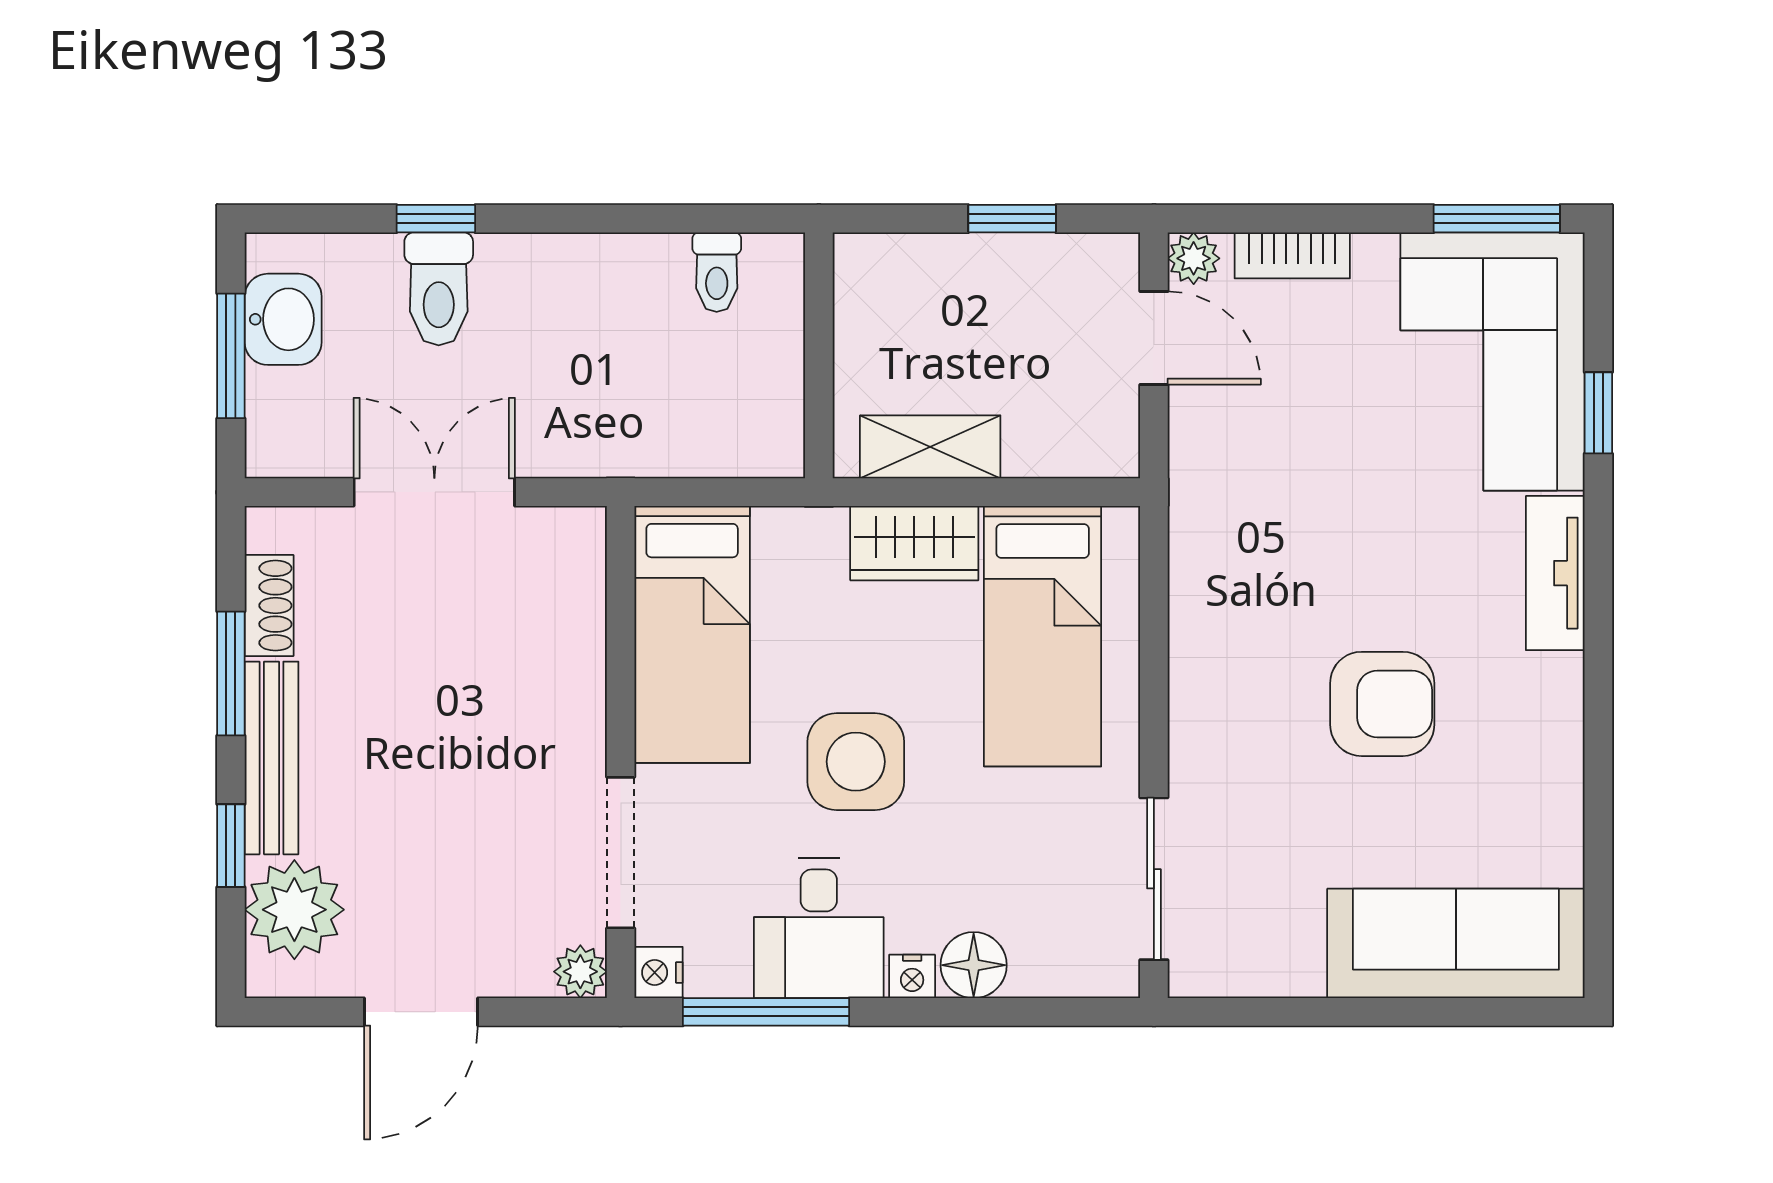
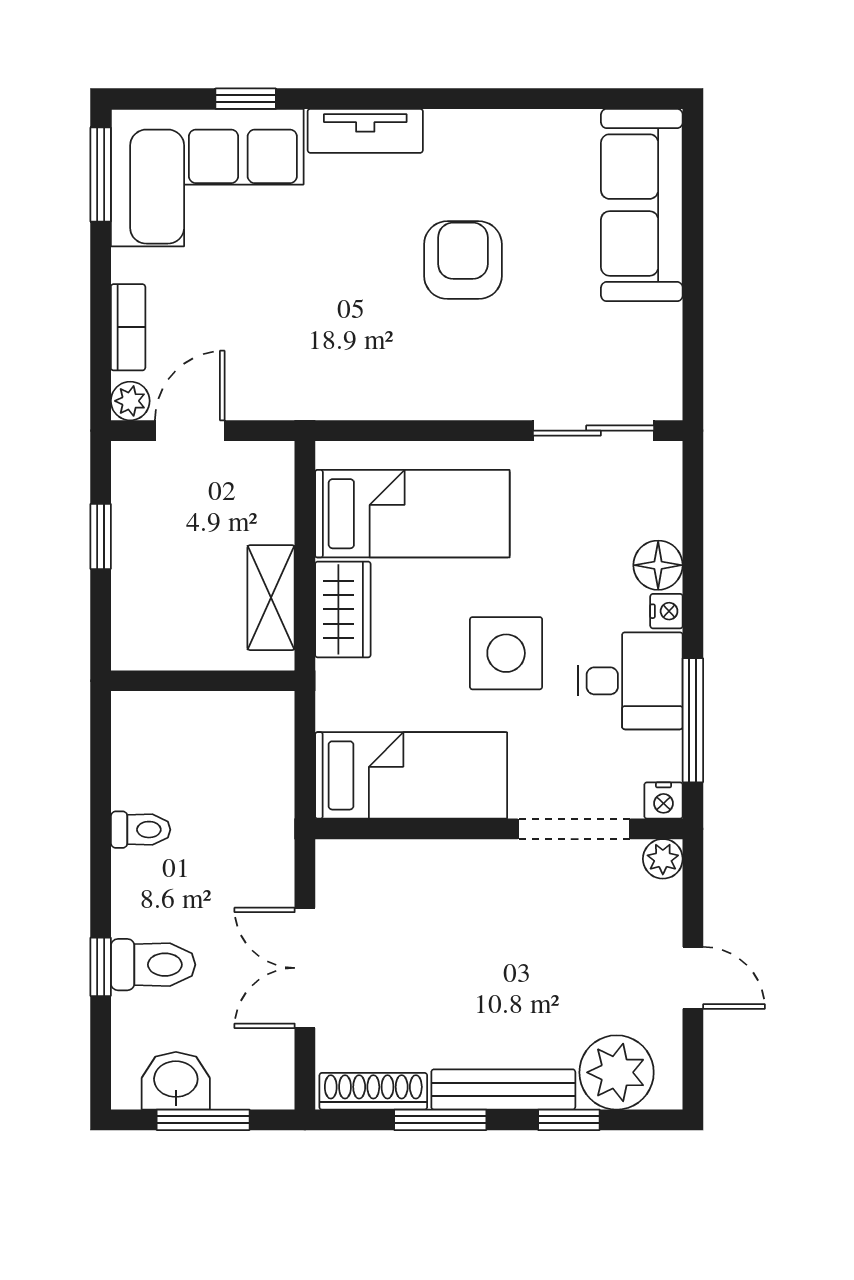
toilet: (717, 272) -> (141, 830), moved
shoe rack: (269, 606) -> (373, 1091), width x1.43
door: (421, 1012) -> (693, 978), width x0.73

